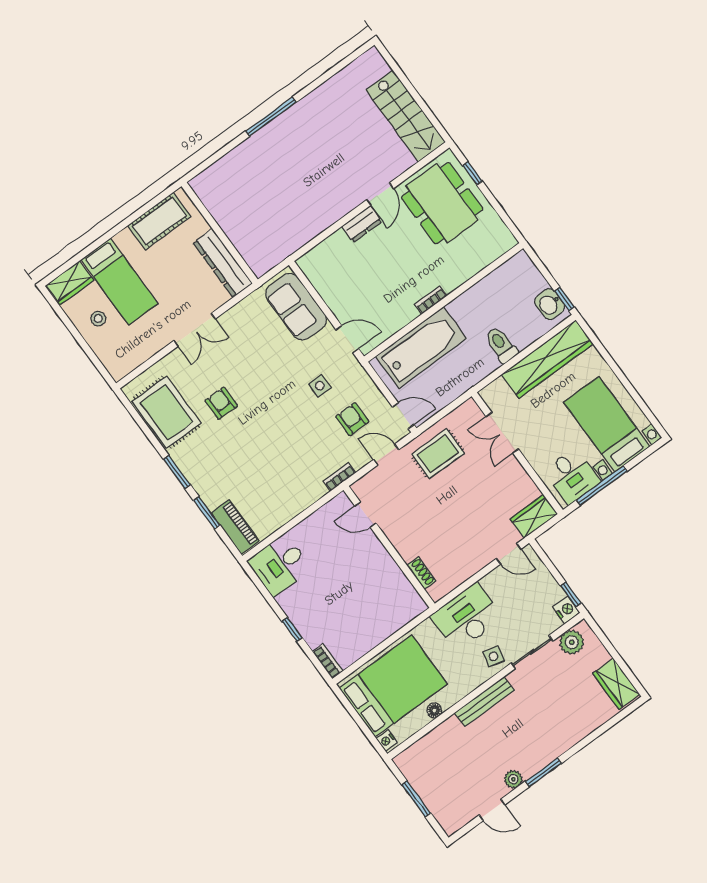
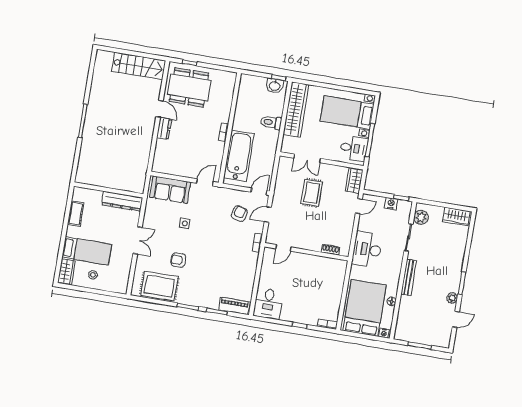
cot: (159, 221) -> (76, 214), width x0.73, depth x0.75
side table: (320, 386) -> (185, 223), moved
armchair: (352, 419) -> (239, 214), turned 104
rug: (438, 454) -> (312, 193), moved
nightstand: (566, 610) -> (391, 204), moved
side table: (494, 656) -> (394, 255), removed

